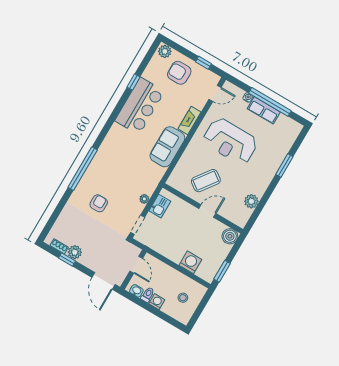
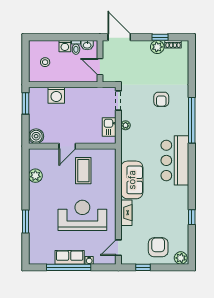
armchair: (179, 73) -> (158, 247), turned -90
bar counter: (140, 106) -> (175, 160), moved
coffee table: (206, 181) -> (83, 171), turned -36

